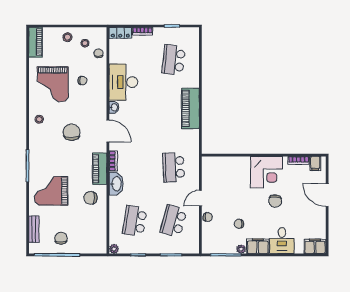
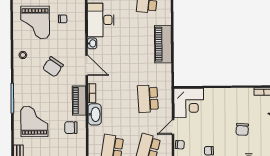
chair: (72, 132) -> (53, 67), turned -145
corner desk: (266, 172) -> (189, 103), moved
grand piano: (51, 191) -> (34, 121), turned 90

